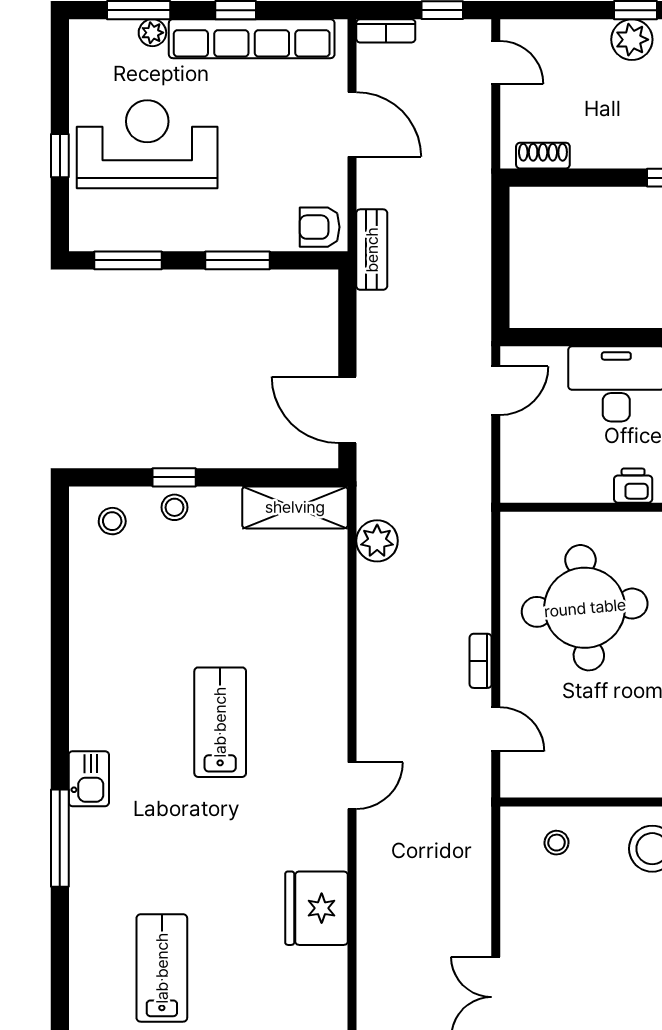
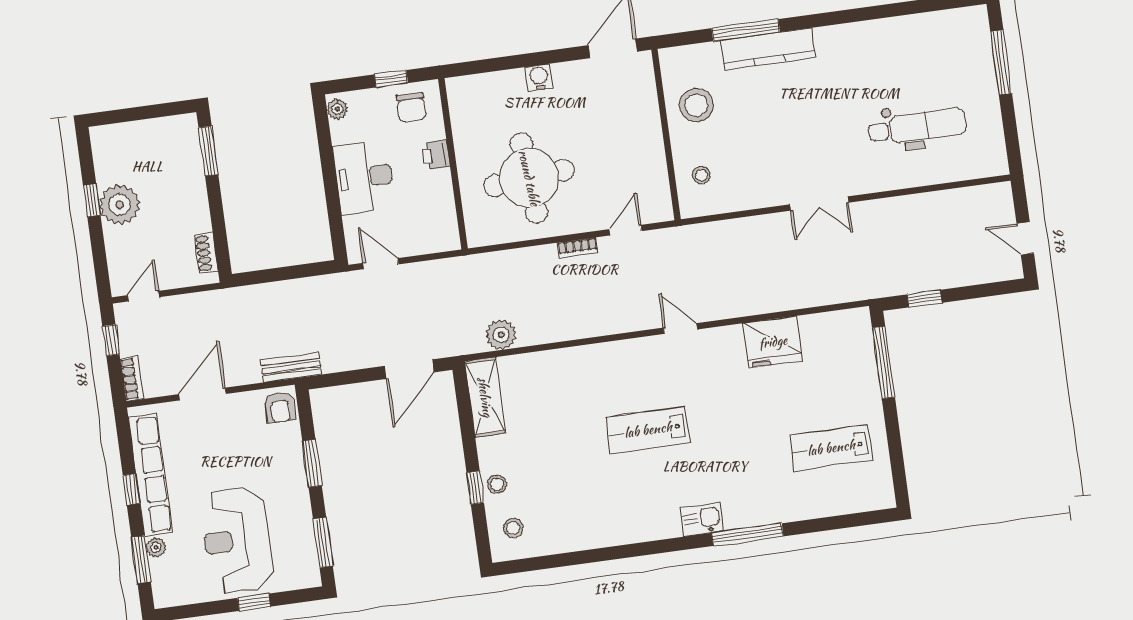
plant: (632, 40) -> (120, 205), width x1.36, depth x1.36

